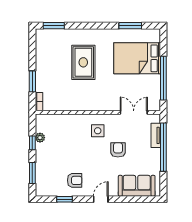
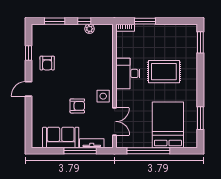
desk: (85, 99) -> (128, 73), added
side table: (98, 131) -> (103, 96), moved
window: (163, 147) -> (80, 151), width x0.68
sofa: (137, 186) -> (61, 137), moved, turned -90
door: (101, 199) -> (29, 89), swing flipped

